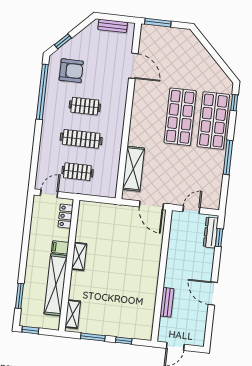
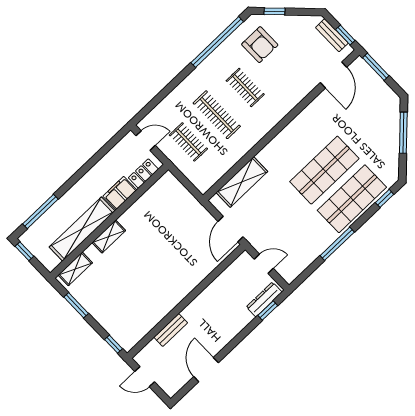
window: (121, 19) -> (345, 35), added
window: (211, 50) -> (403, 133), added
door: (133, 66) -> (334, 75), moved
filing cabinet: (60, 247) -> (120, 193), width x2.00
shelving: (79, 256) -> (109, 236), moved
door: (213, 293) -> (206, 370), moved
window: (19, 296) -> (40, 212), width x1.44
window: (124, 341) -> (113, 344), moved

